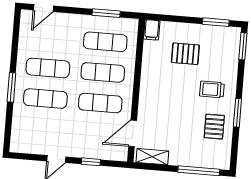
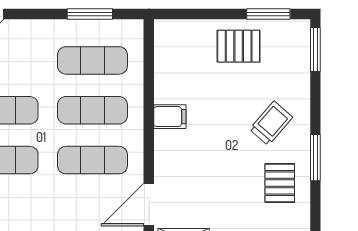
filing cabinet: (152, 30) -> (170, 117), moved, turned -90
pallet: (185, 54) -> (239, 46), moved
trolley: (212, 89) -> (271, 123), turned 131

